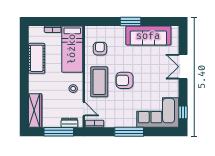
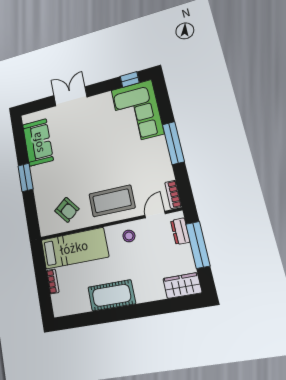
sofa: (148, 36) -> (38, 142), width x0.73
armchair: (100, 49) -> (67, 210), turned -128
cot: (37, 58) -> (112, 295), moved
double door: (183, 67) -> (70, 96), swing flipped
armchair: (124, 80) -> (103, 167), removed
wardrobe: (35, 111) -> (182, 286), width x0.67

